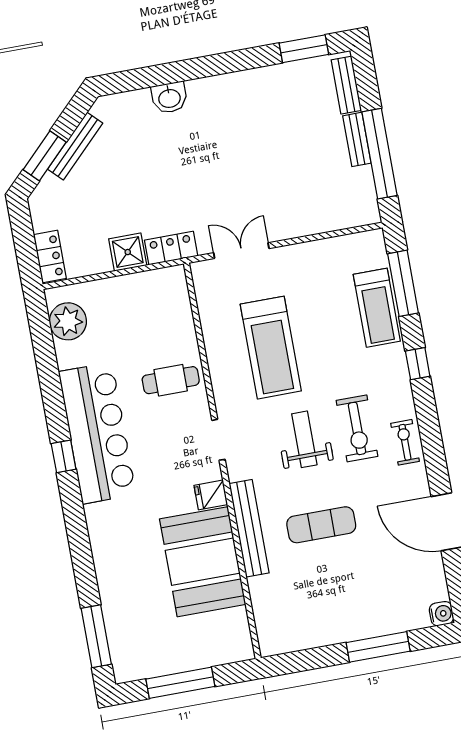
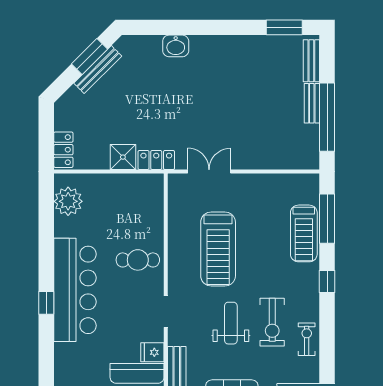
window: (45, 156) -> (90, 56), moved

